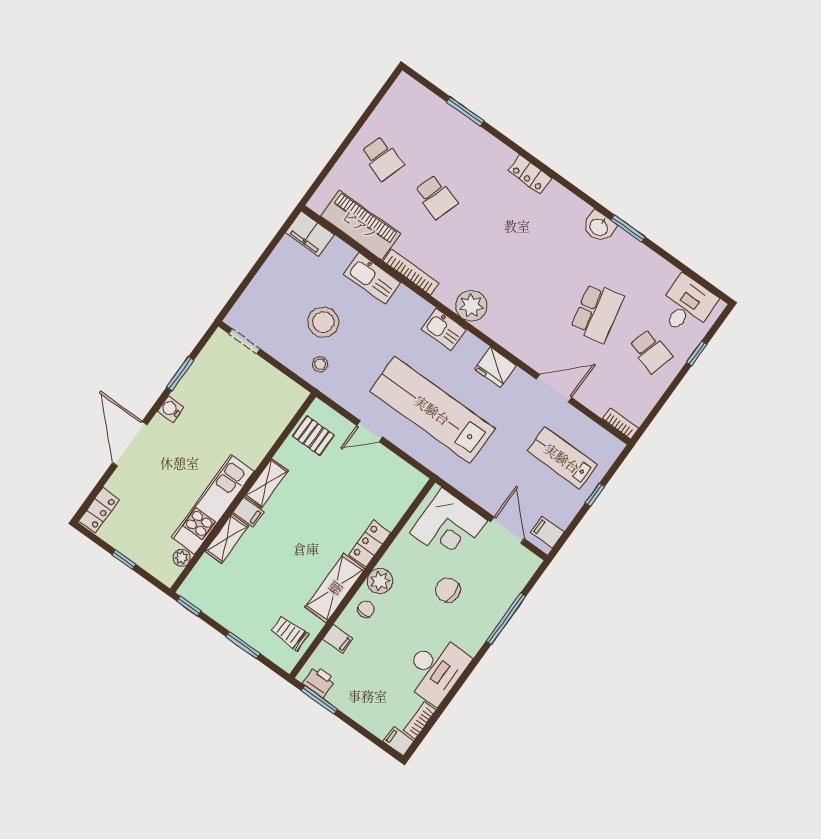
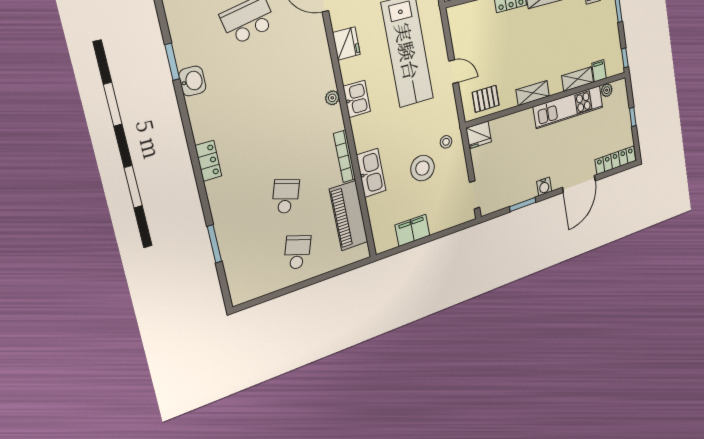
filing cabinet: (310, 234) -> (412, 230), moved, turned -90
plant: (471, 306) -> (332, 98), width x0.53, depth x0.53
fridge: (291, 398) -> (479, 135), added
pallet: (313, 436) -> (486, 99), turned 90
locker: (99, 510) -> (616, 160), width x1.53
filing cabinet: (248, 512) -> (599, 71), moved

